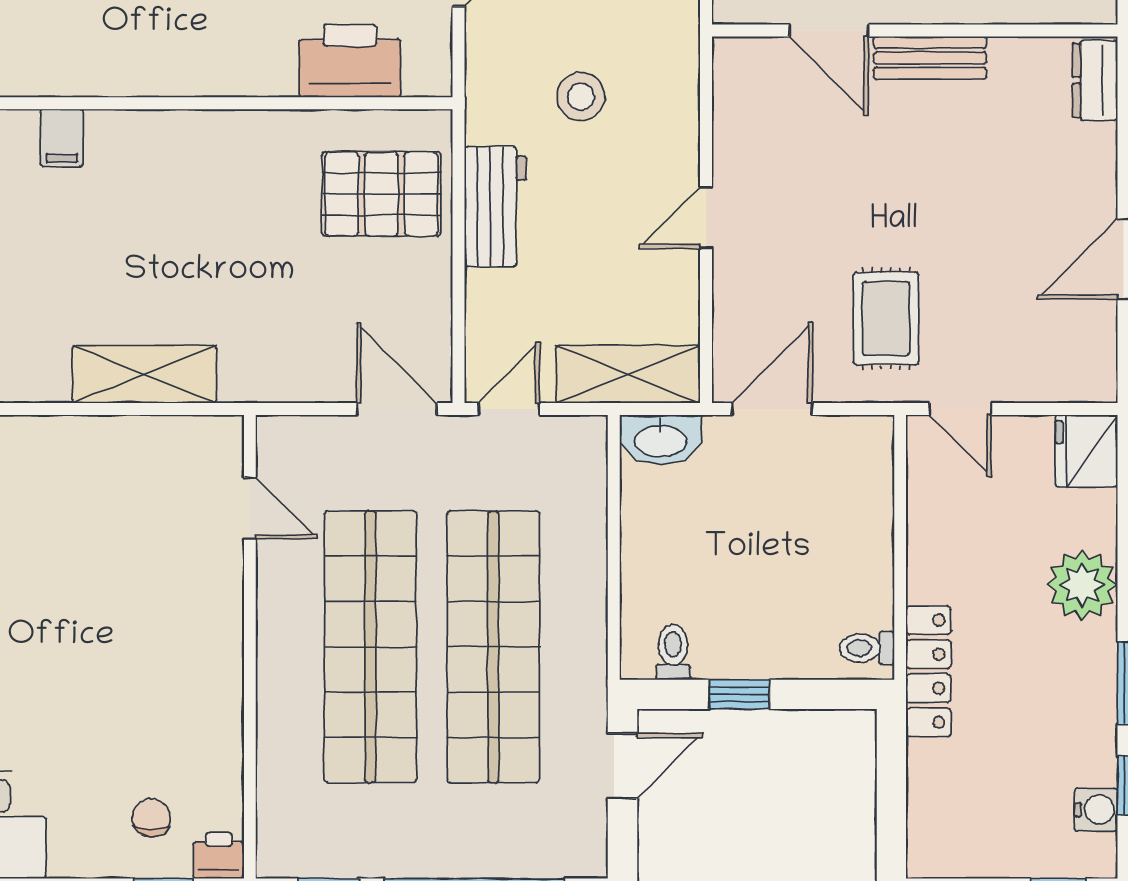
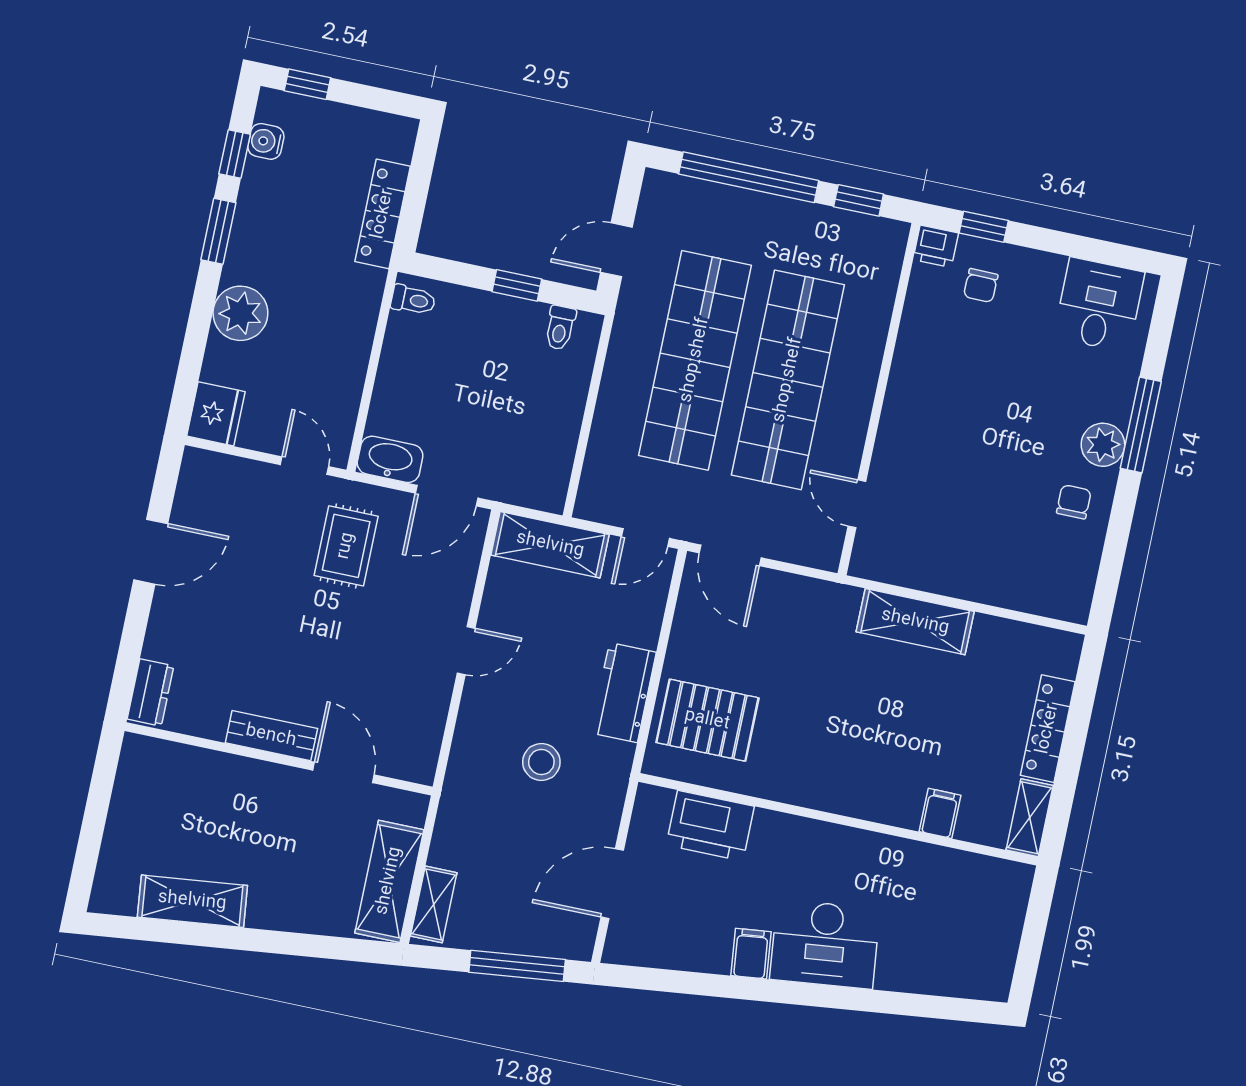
washbasin: (660, 440) -> (390, 459), moved
locker: (928, 671) -> (383, 214), moved

